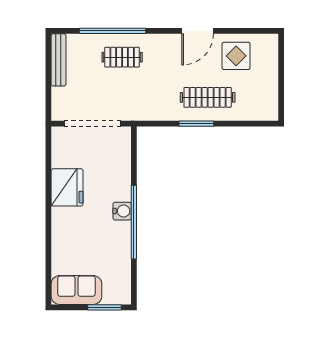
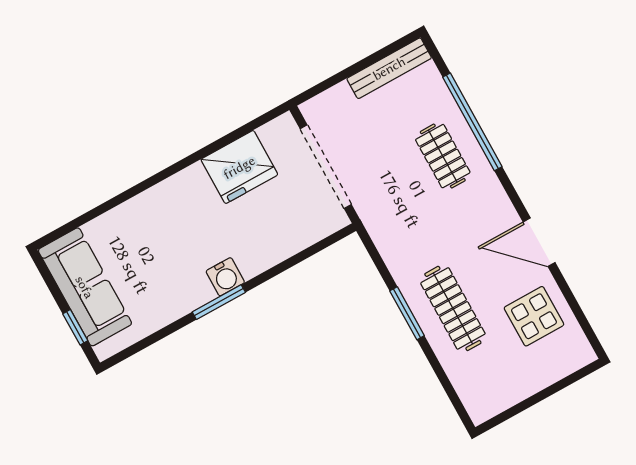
fridge: (67, 187) -> (239, 167), moved
window: (134, 222) -> (219, 302), width x0.47
sofa: (76, 290) -> (85, 287), width x1.36
window: (104, 307) -> (75, 327), width x0.67

